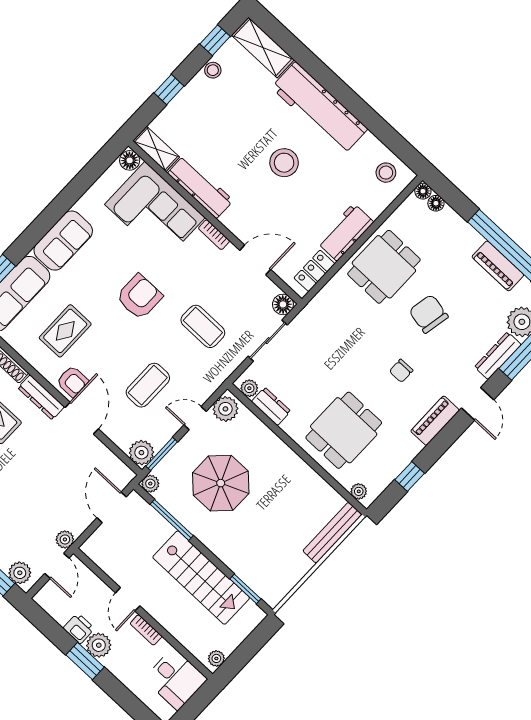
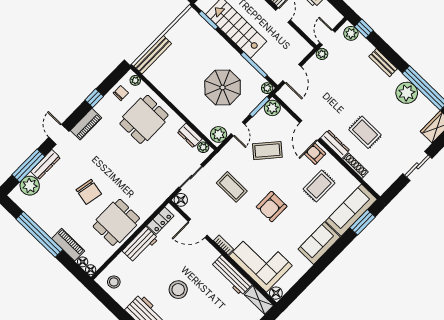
piano: (498, 266) -> (68, 245), moved
chair: (401, 371) -> (121, 93), moved
coffee table: (148, 385) -> (267, 151), turned 41
door: (195, 418) -> (238, 129), hinge flipped
window: (410, 476) -> (94, 98), moved

